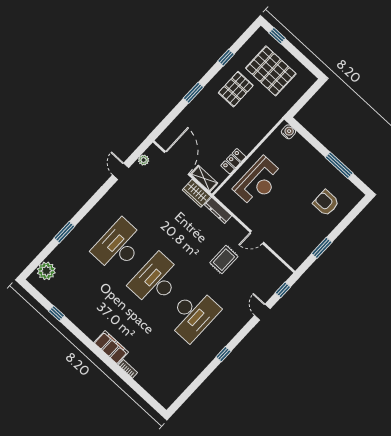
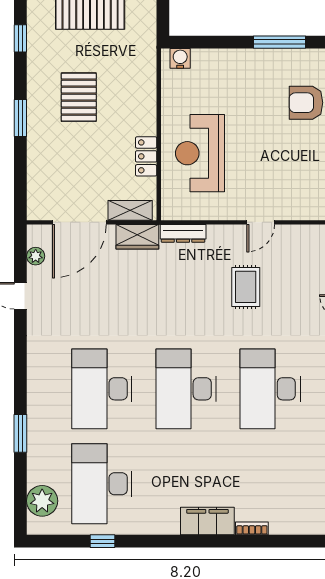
pallet: (236, 89) -> (79, 97), moved
door: (177, 163) -> (79, 222), swing flipped
reception desk: (258, 182) -> (200, 153), turned 180
desk: (80, 288) -> (102, 484), added
desk: (193, 315) -> (270, 389), turned 180

